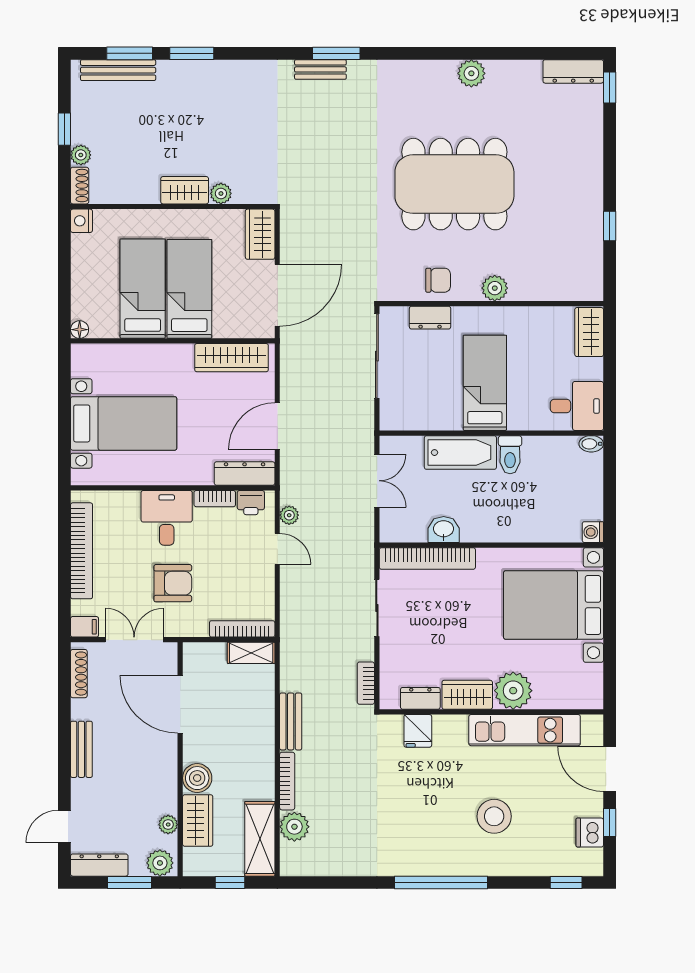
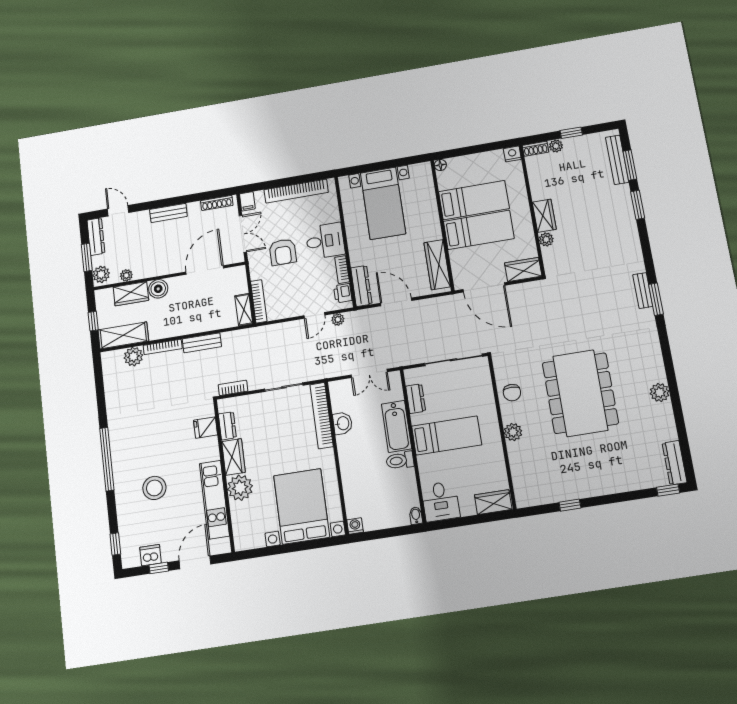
dresser: (430, 318) -> (416, 399), moved, turned 180

